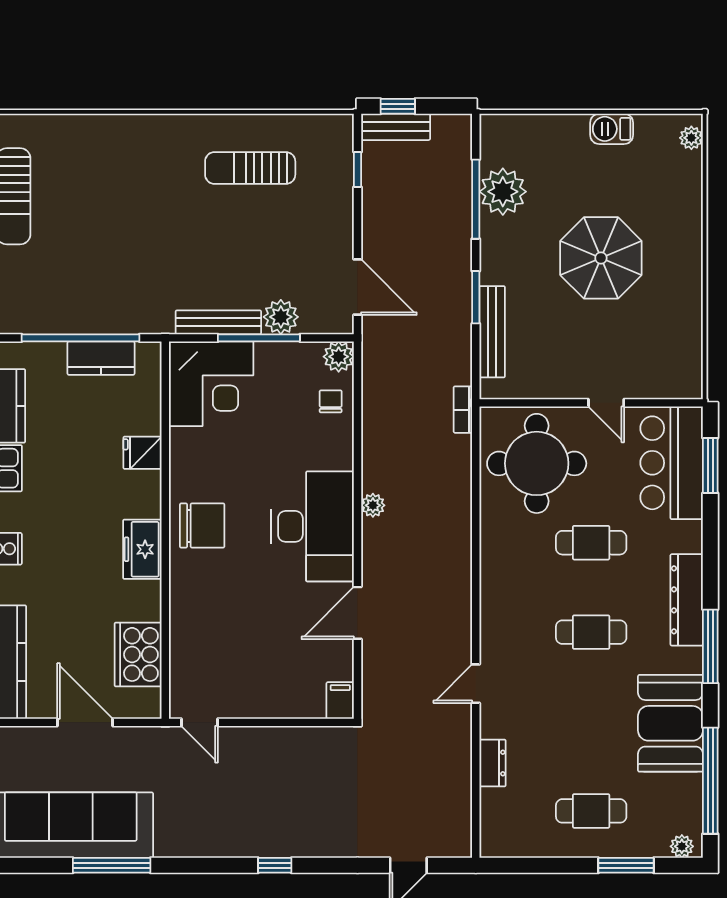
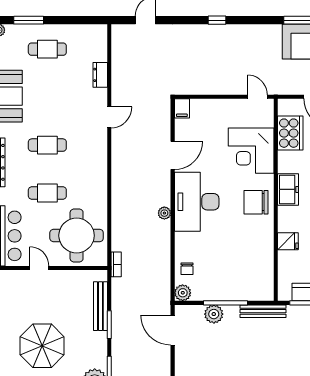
bench: (218, 322) -> (263, 311), moved
corner desk: (211, 384) -> (251, 151), moved, turned -90

